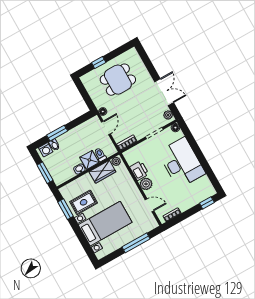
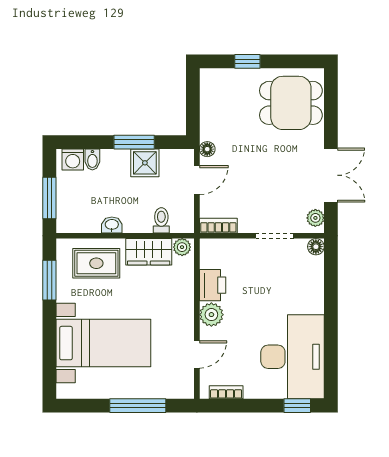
dining table: (118, 80) -> (291, 103), moved
window: (57, 133) -> (134, 142), moved
shower: (89, 160) -> (145, 163), moved
desk: (182, 163) -> (293, 357), moved
rug: (84, 202) -> (96, 263), moved
door: (150, 205) -> (197, 354), hinge flipped

